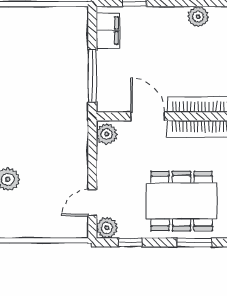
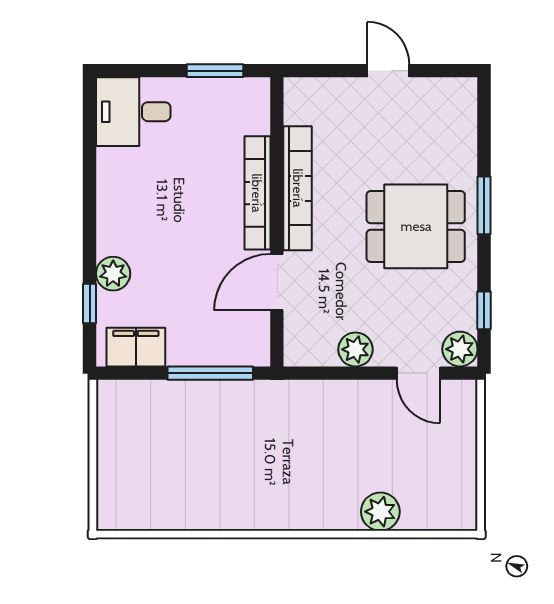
plant: (198, 17) -> (113, 274), moved
plant: (107, 134) -> (355, 349), moved
dining table: (182, 201) -> (416, 226), width x0.73

